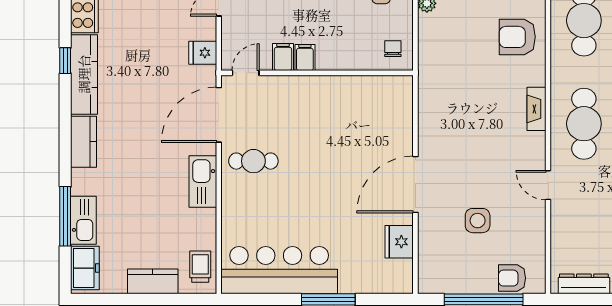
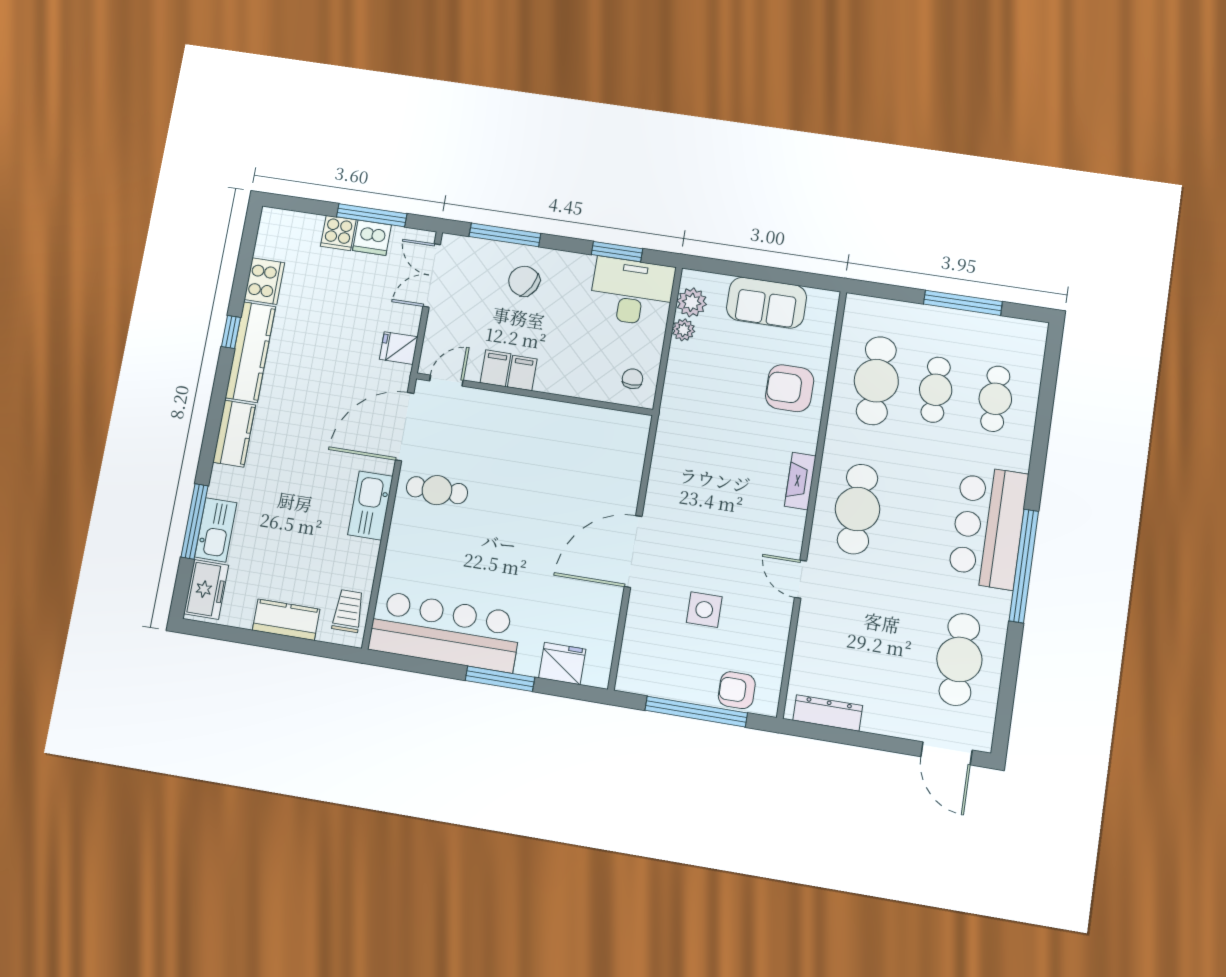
fridge: (399, 242) -> (562, 664), moved, turned 90

